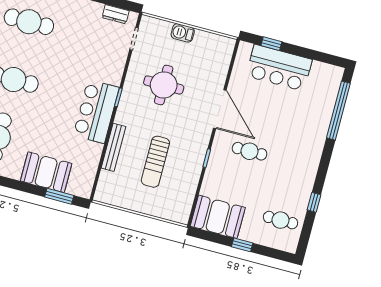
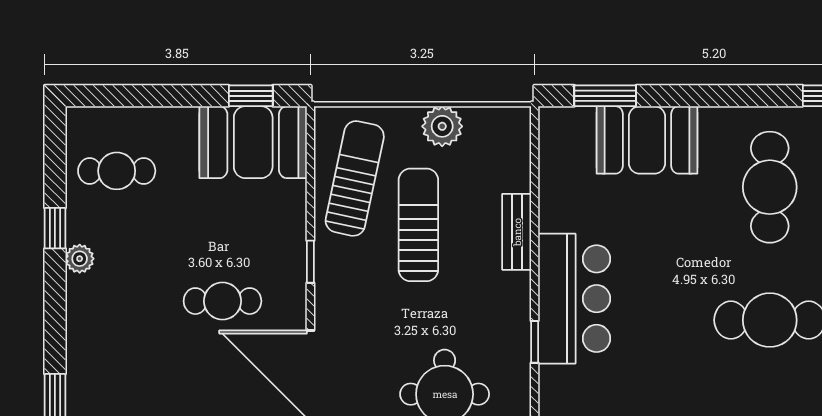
bench: (113, 147) -> (517, 232), width x0.73
plant: (307, 186) -> (80, 259), added
sun lounger: (178, 189) -> (355, 178), added
plant: (134, 202) -> (442, 126), added
window: (242, 245) -> (251, 96), moved

